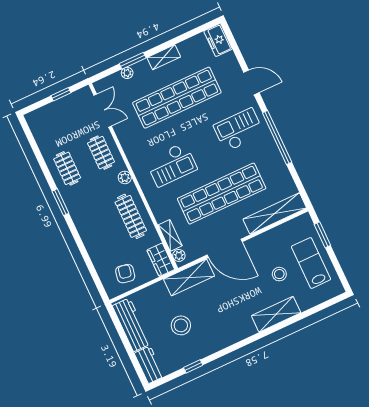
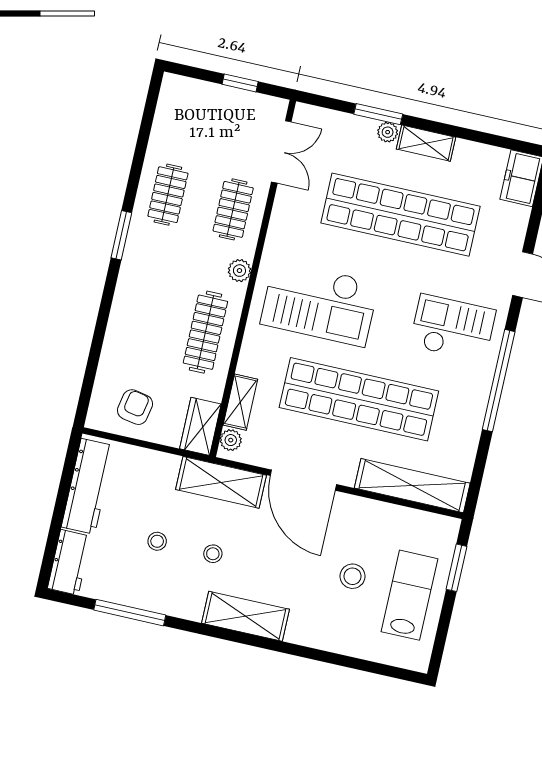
plant: (127, 73) -> (388, 132), moved
checkout: (171, 165) -> (320, 303), width x1.36, depth x1.21
stool: (210, 312) -> (213, 554), added
shelving: (276, 314) -> (246, 616), moved
stool: (181, 325) -> (157, 541), width x0.53, depth x0.53
window: (193, 366) -> (130, 613), width x2.17

